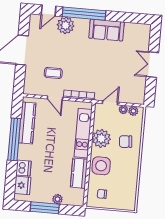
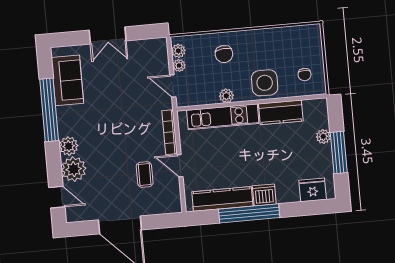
window: (84, 14) -> (49, 110), moved
plant: (82, 25) -> (69, 146), added
sofa: (107, 30) -> (67, 80), moved
door: (55, 98) -> (180, 166), swing flipped
plant: (101, 138) -> (226, 96), width x0.53, depth x0.53
dishwasher: (23, 168) -> (264, 195), moved

